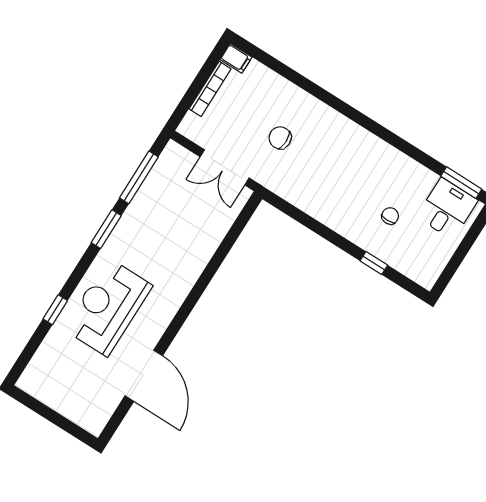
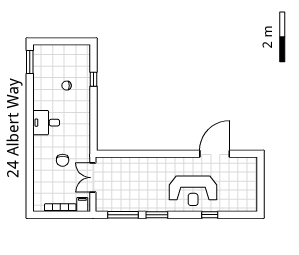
filing cabinet: (236, 58) -> (82, 204), moved
double door: (225, 167) -> (93, 178), swing flipped
desk: (447, 209) -> (46, 123), moved

